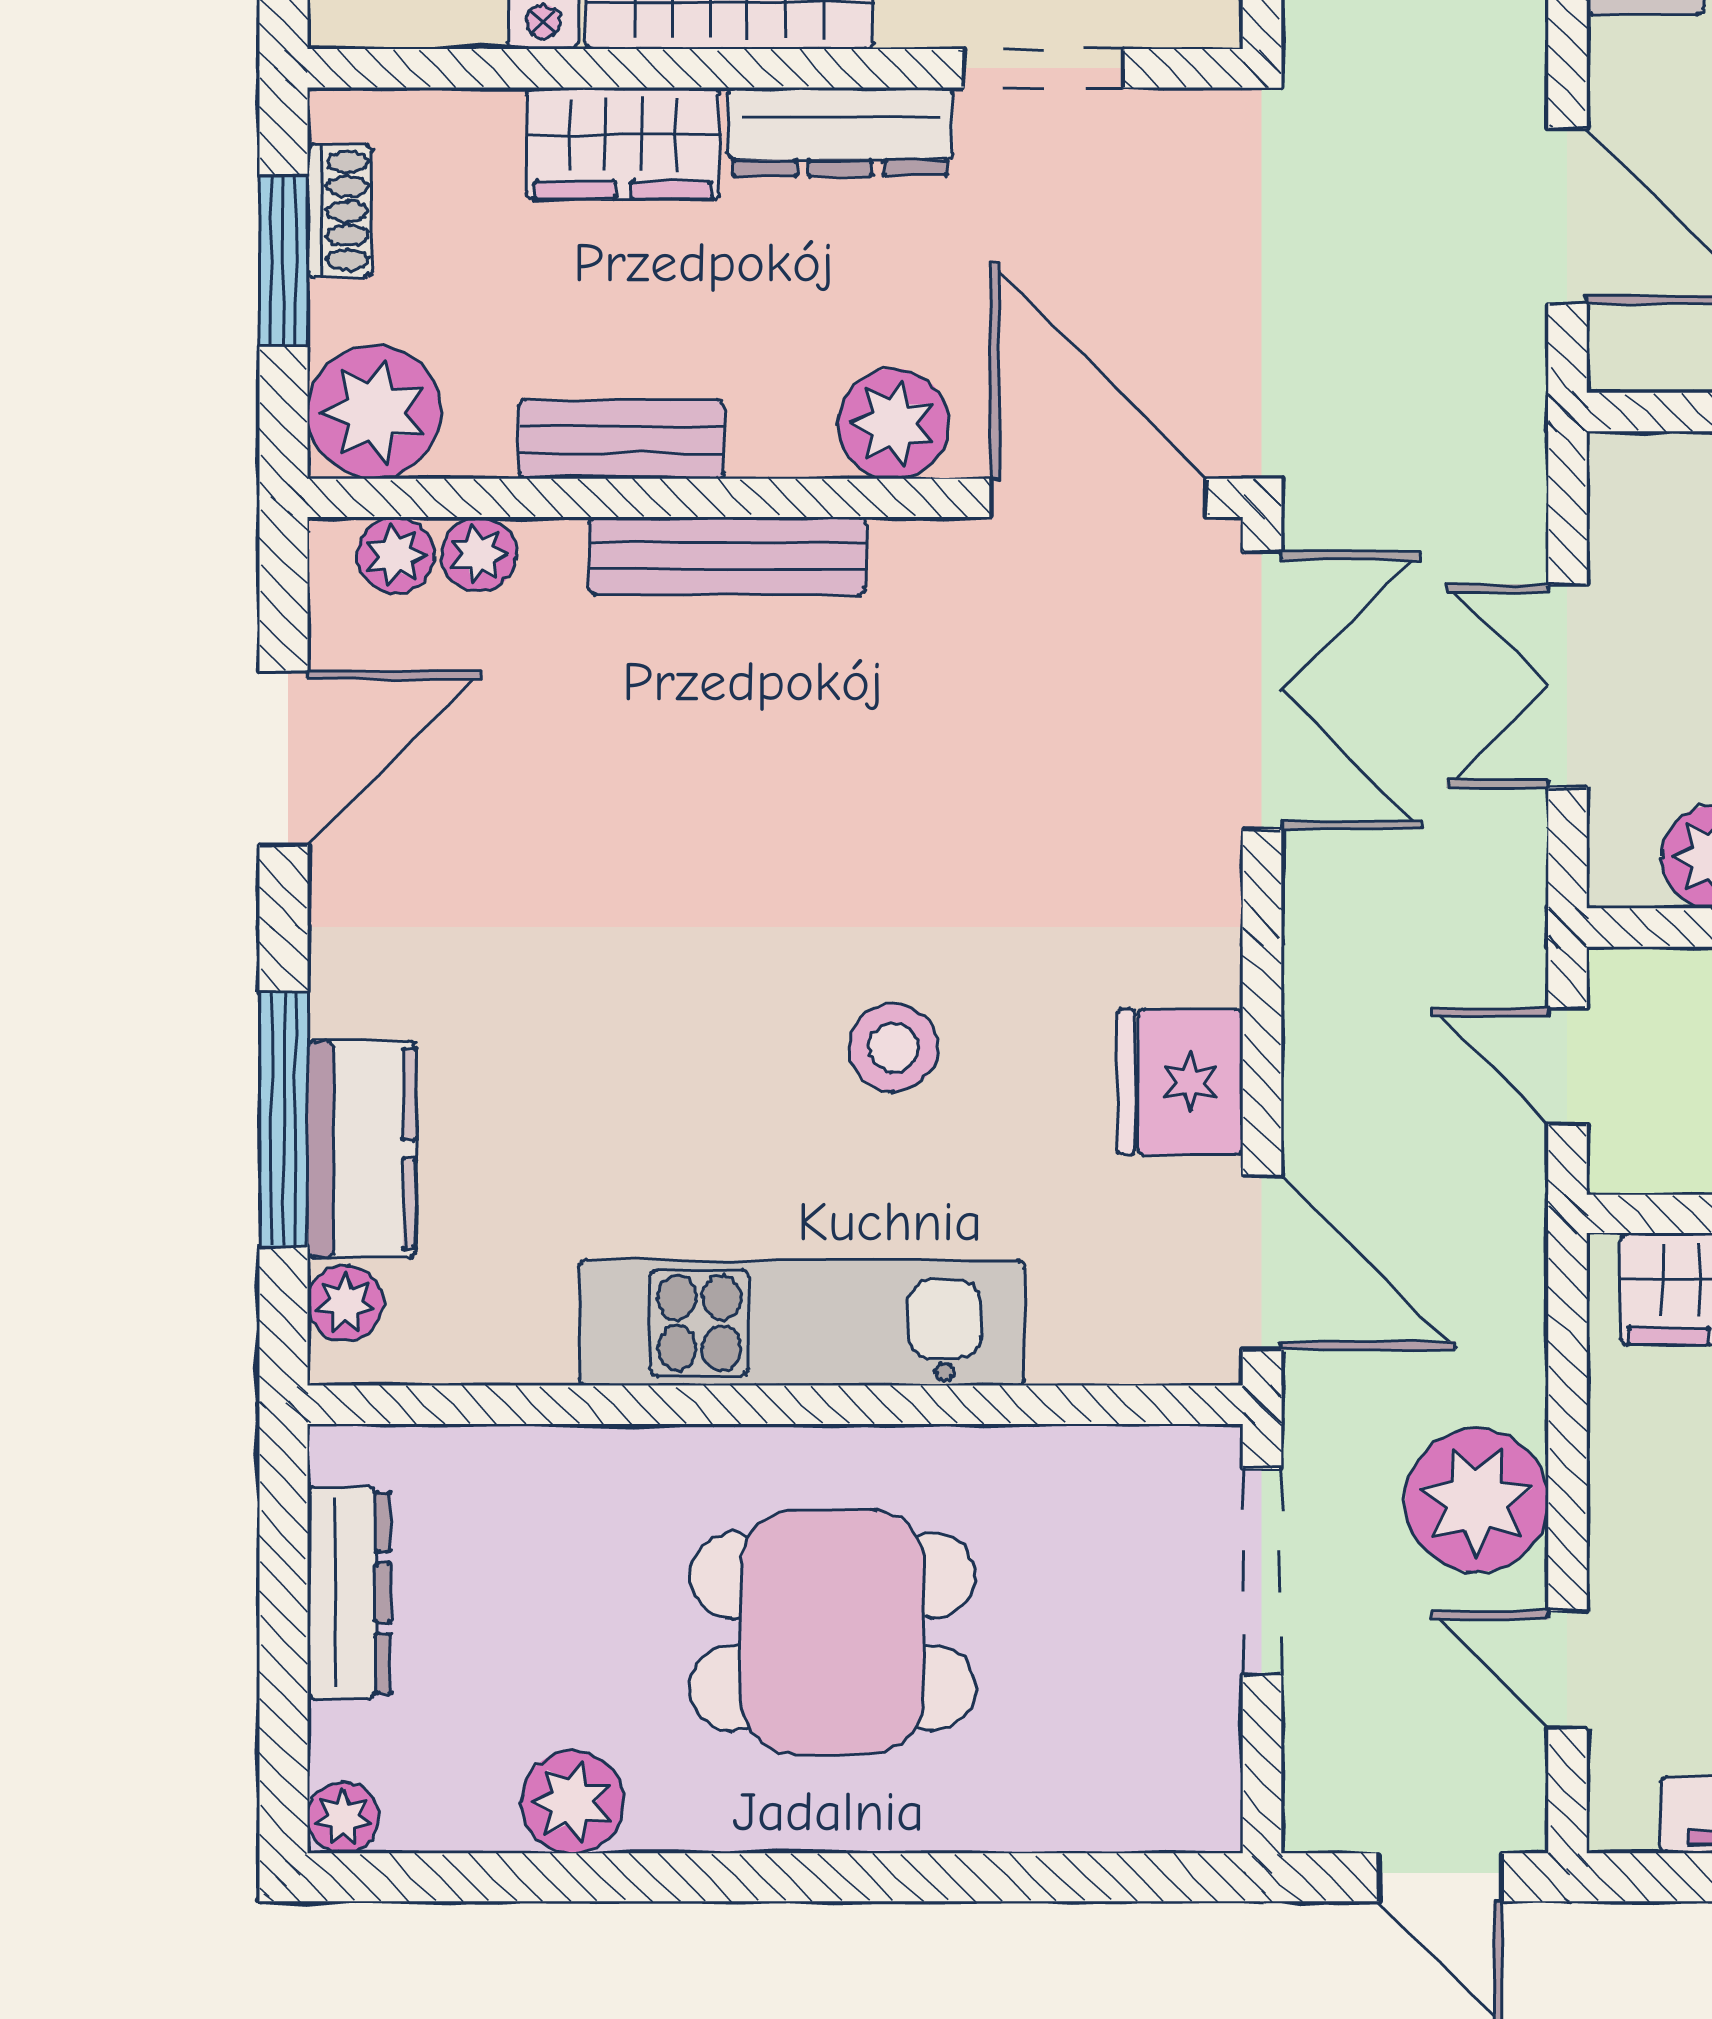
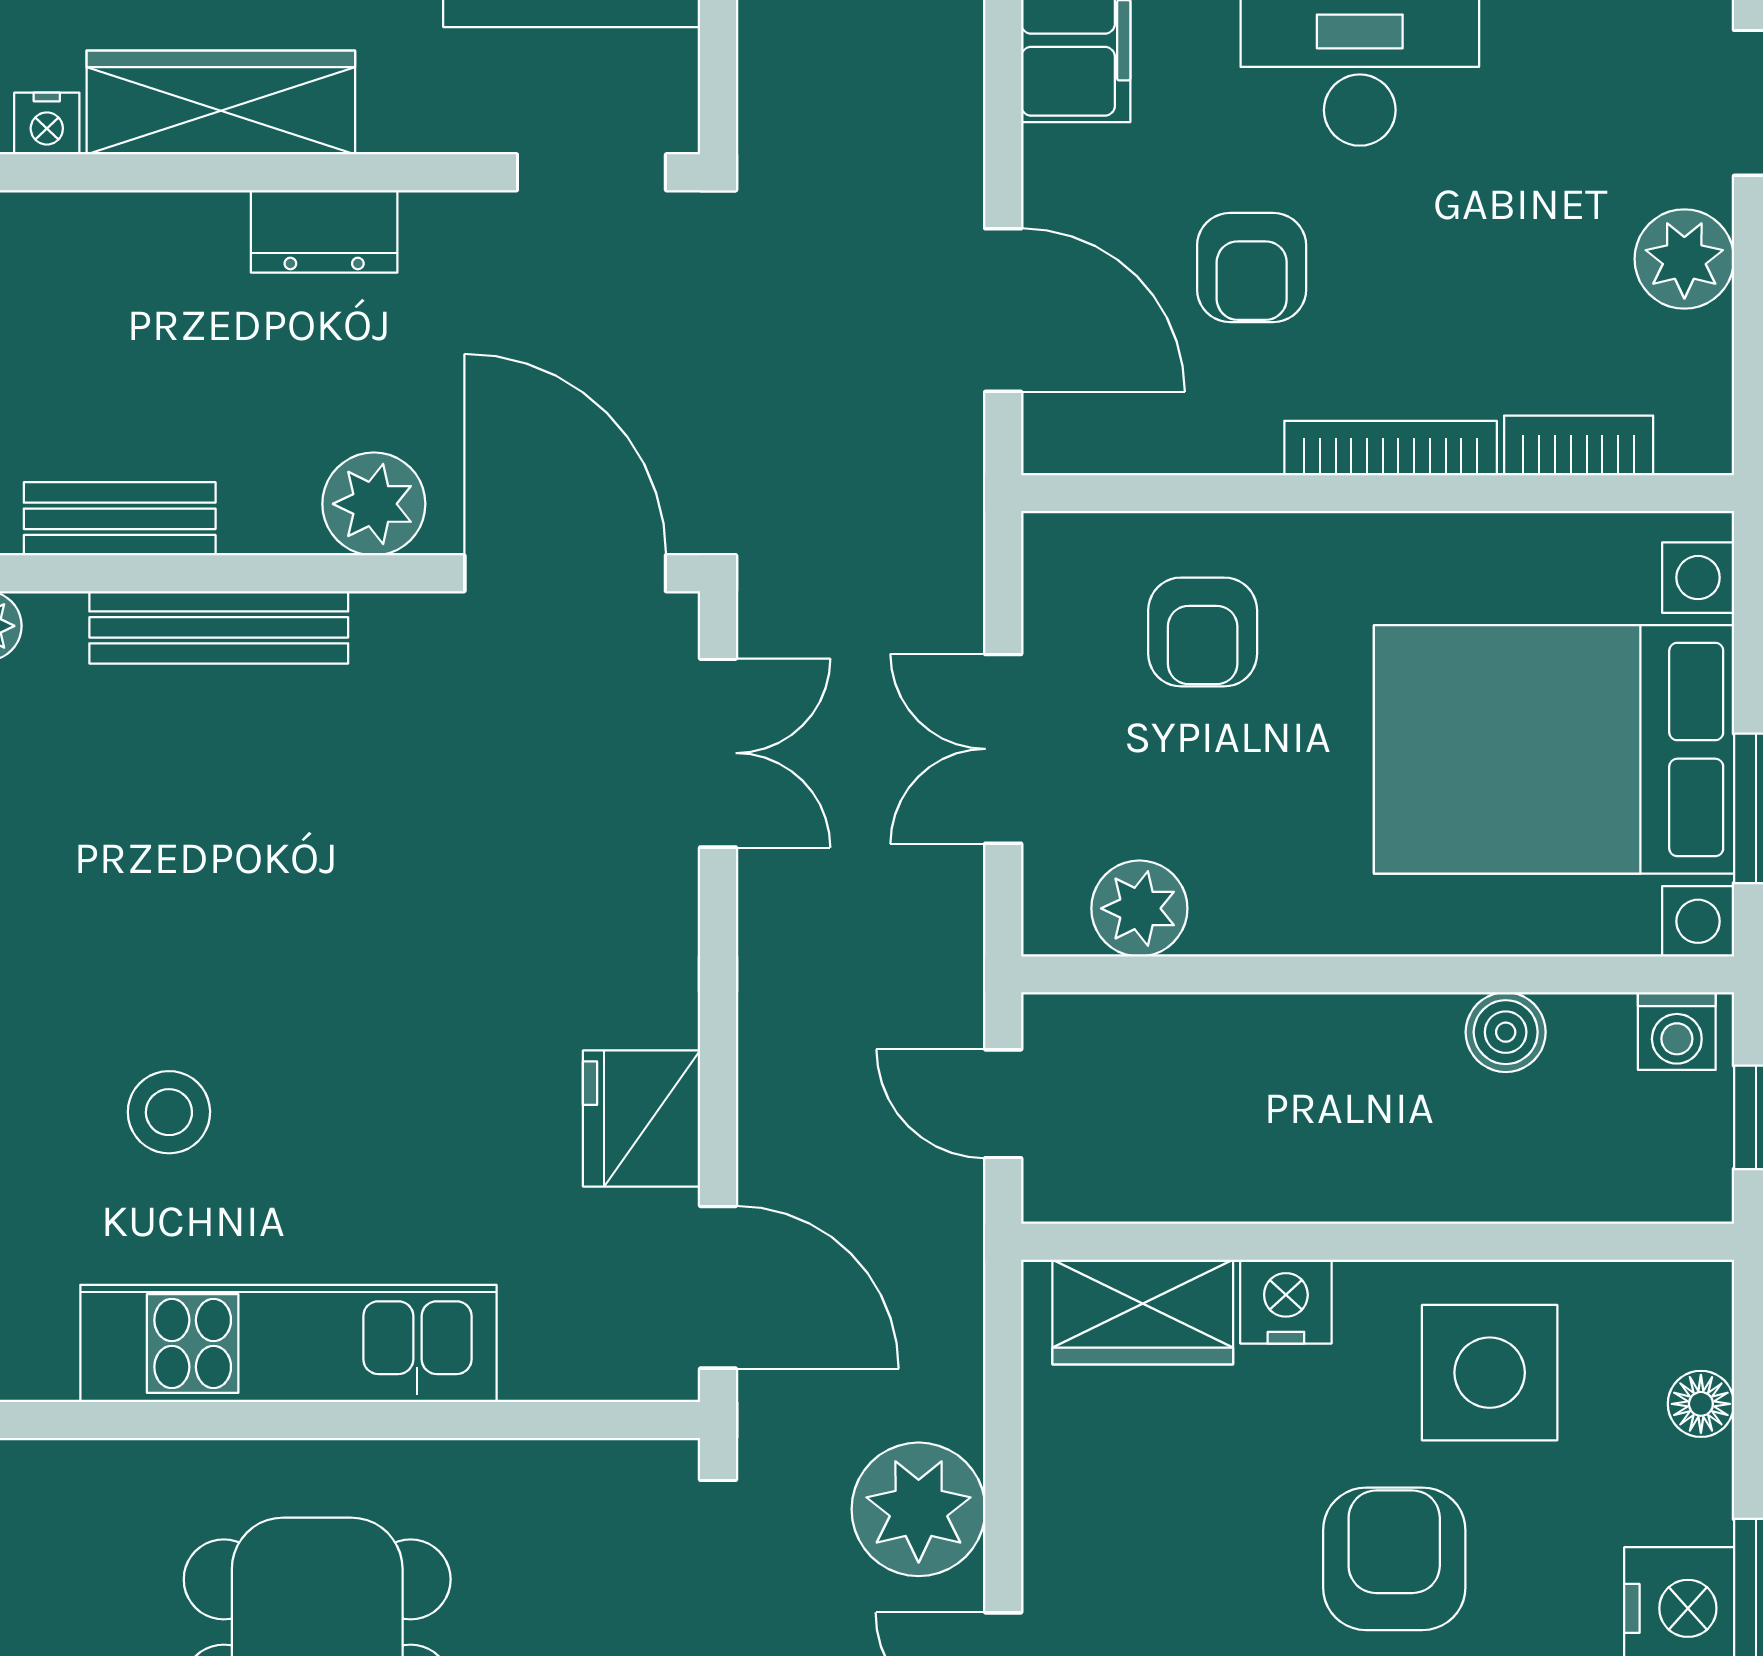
doorway: (1044, 68) -> (591, 172), moved
dresser: (840, 132) -> (324, 231), width x0.70
wardrobe: (623, 143) -> (122, 242), removed
double door: (1262, 690) -> (718, 753), width x0.73
stool: (894, 1048) -> (169, 1112), moved

